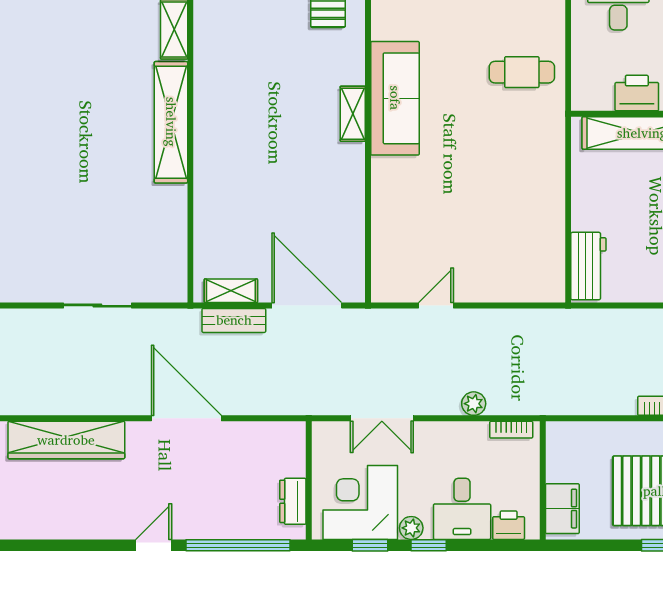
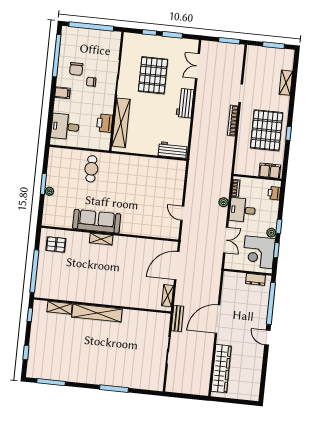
bench: (234, 320) -> (177, 318), moved
desk: (462, 509) -> (242, 210), moved, turned 180

